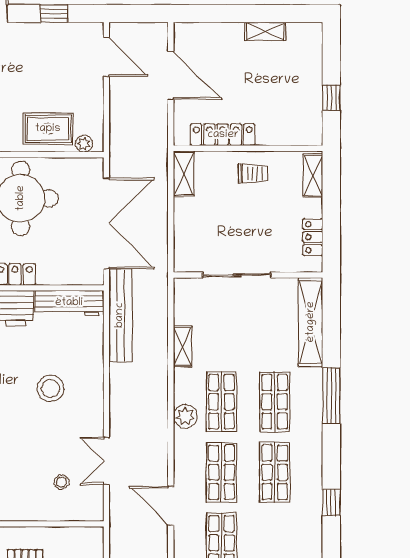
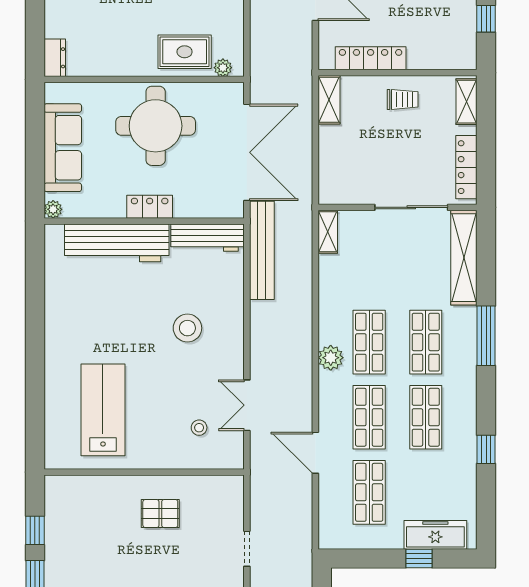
locker: (313, 237) -> (466, 167), width x1.53
sliding door: (237, 275) -> (411, 207), moved
shelving: (182, 347) -> (328, 232), moved

